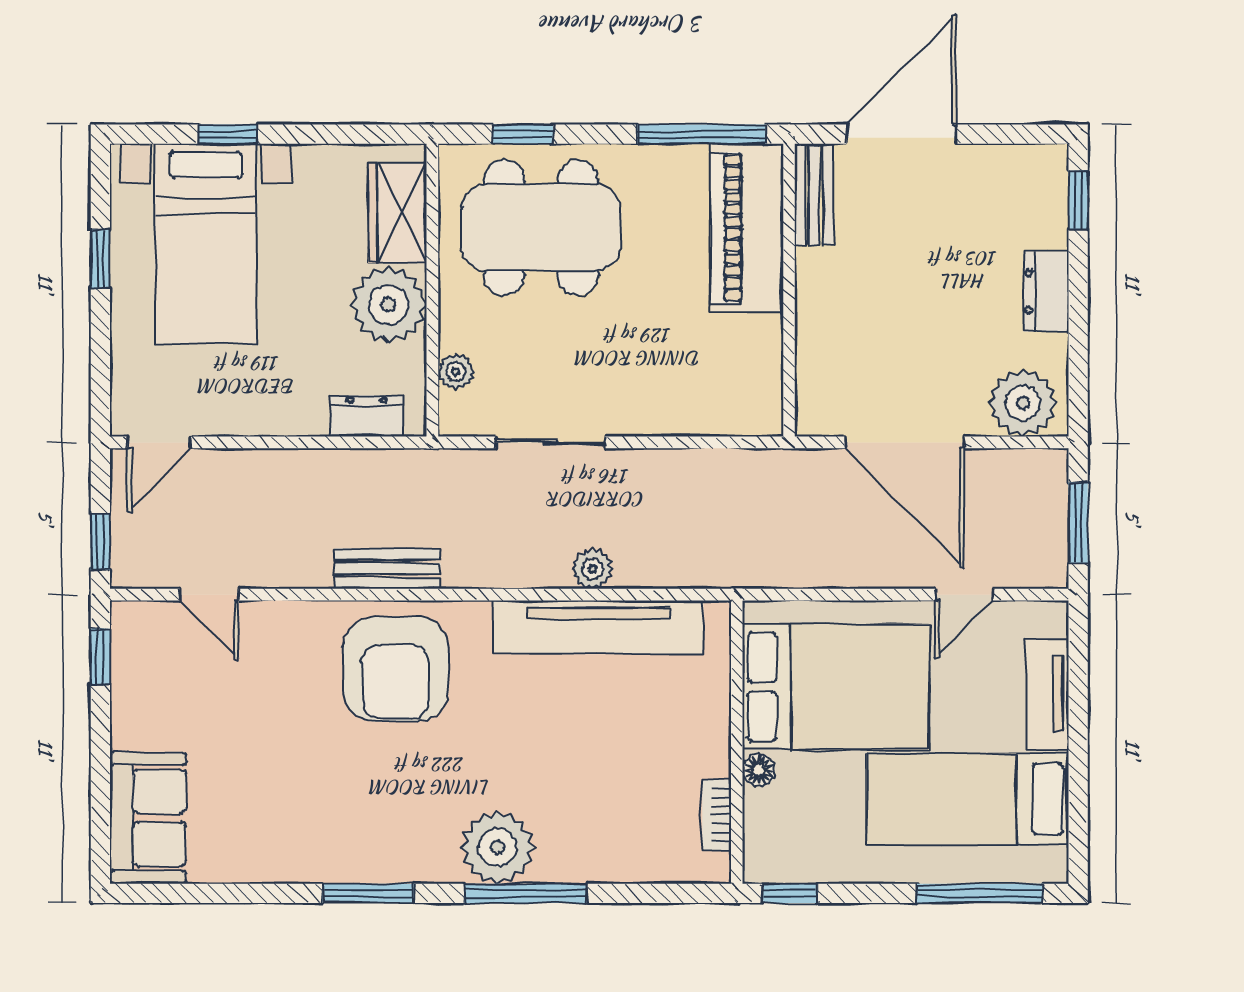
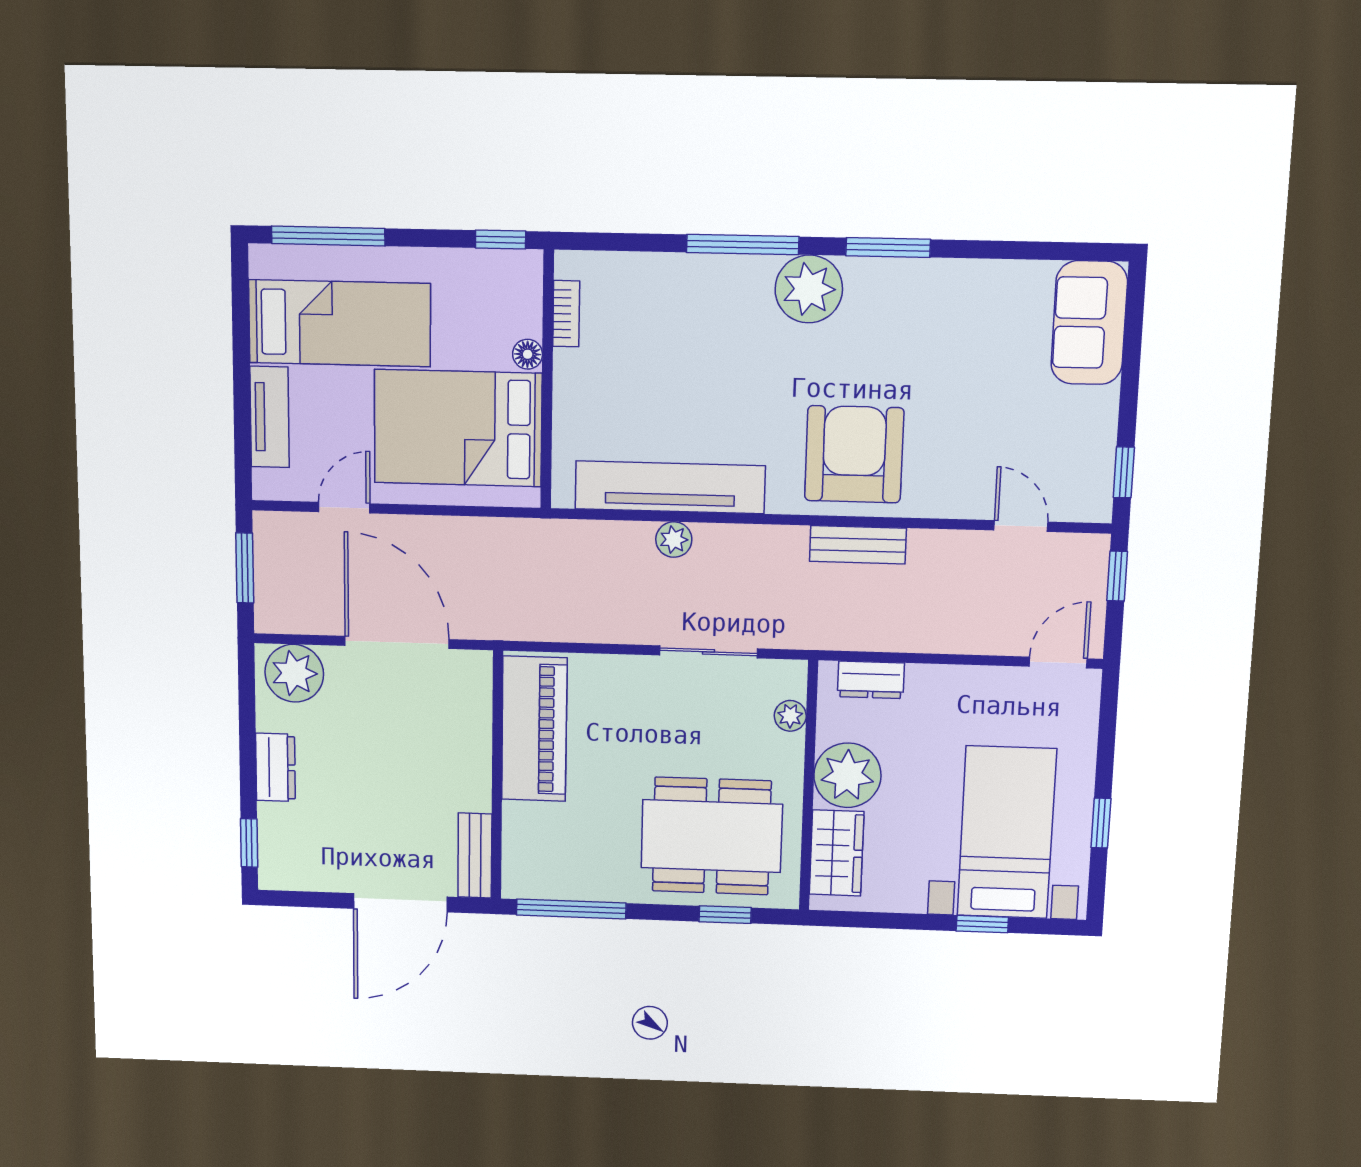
piano: (747, 228) -> (534, 729), moved
plant: (498, 847) -> (809, 289), moved

